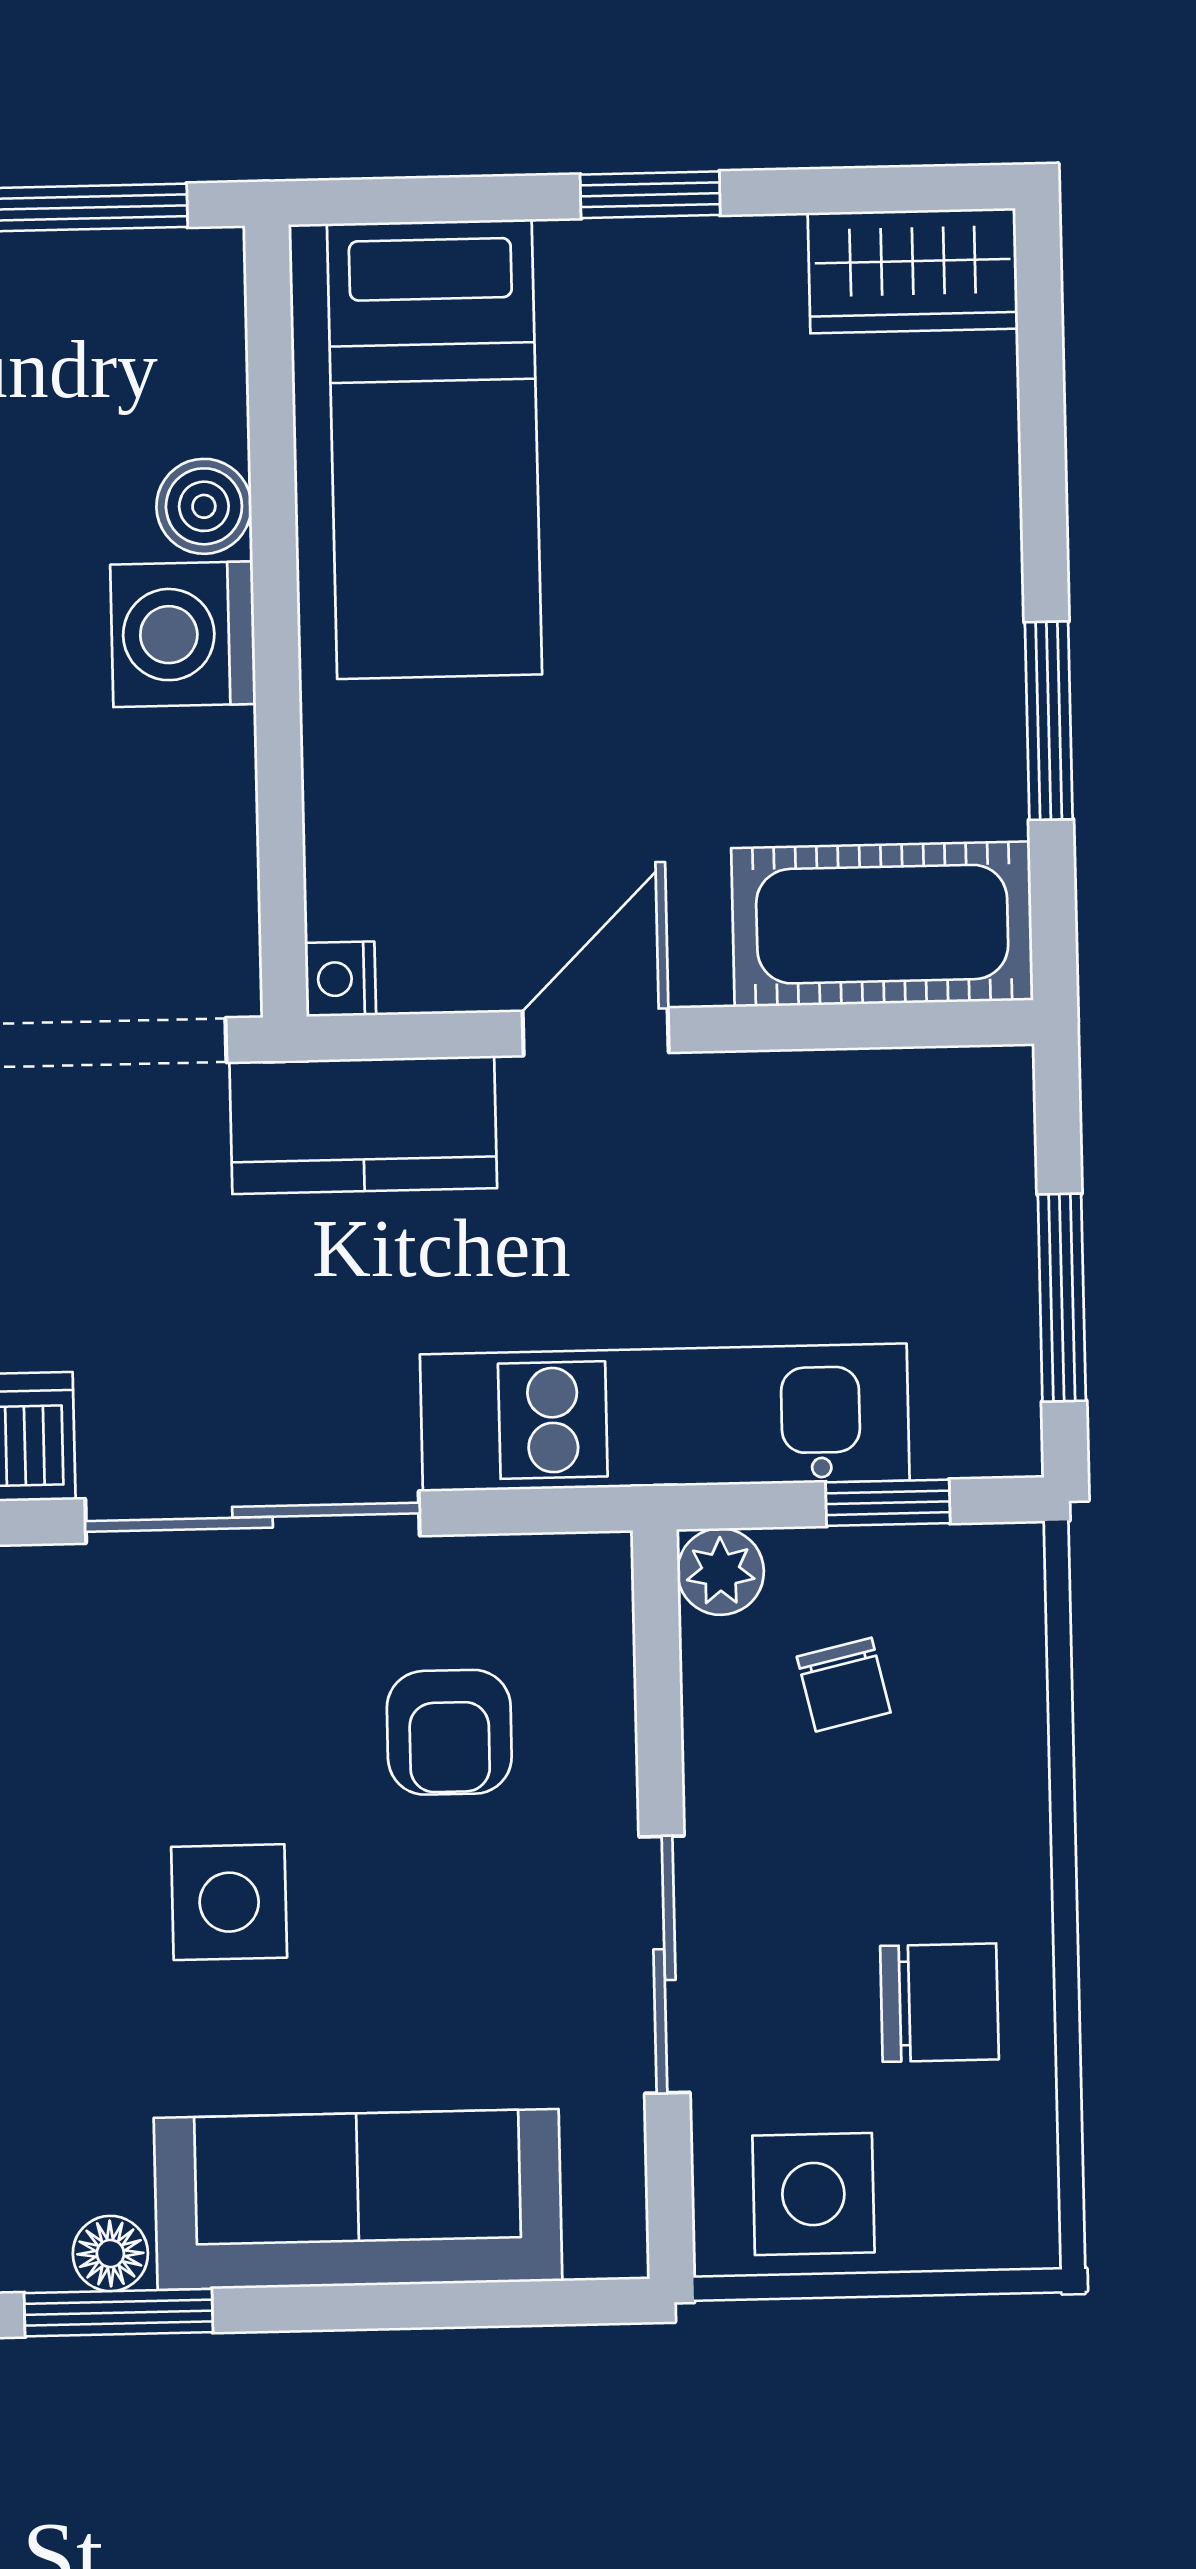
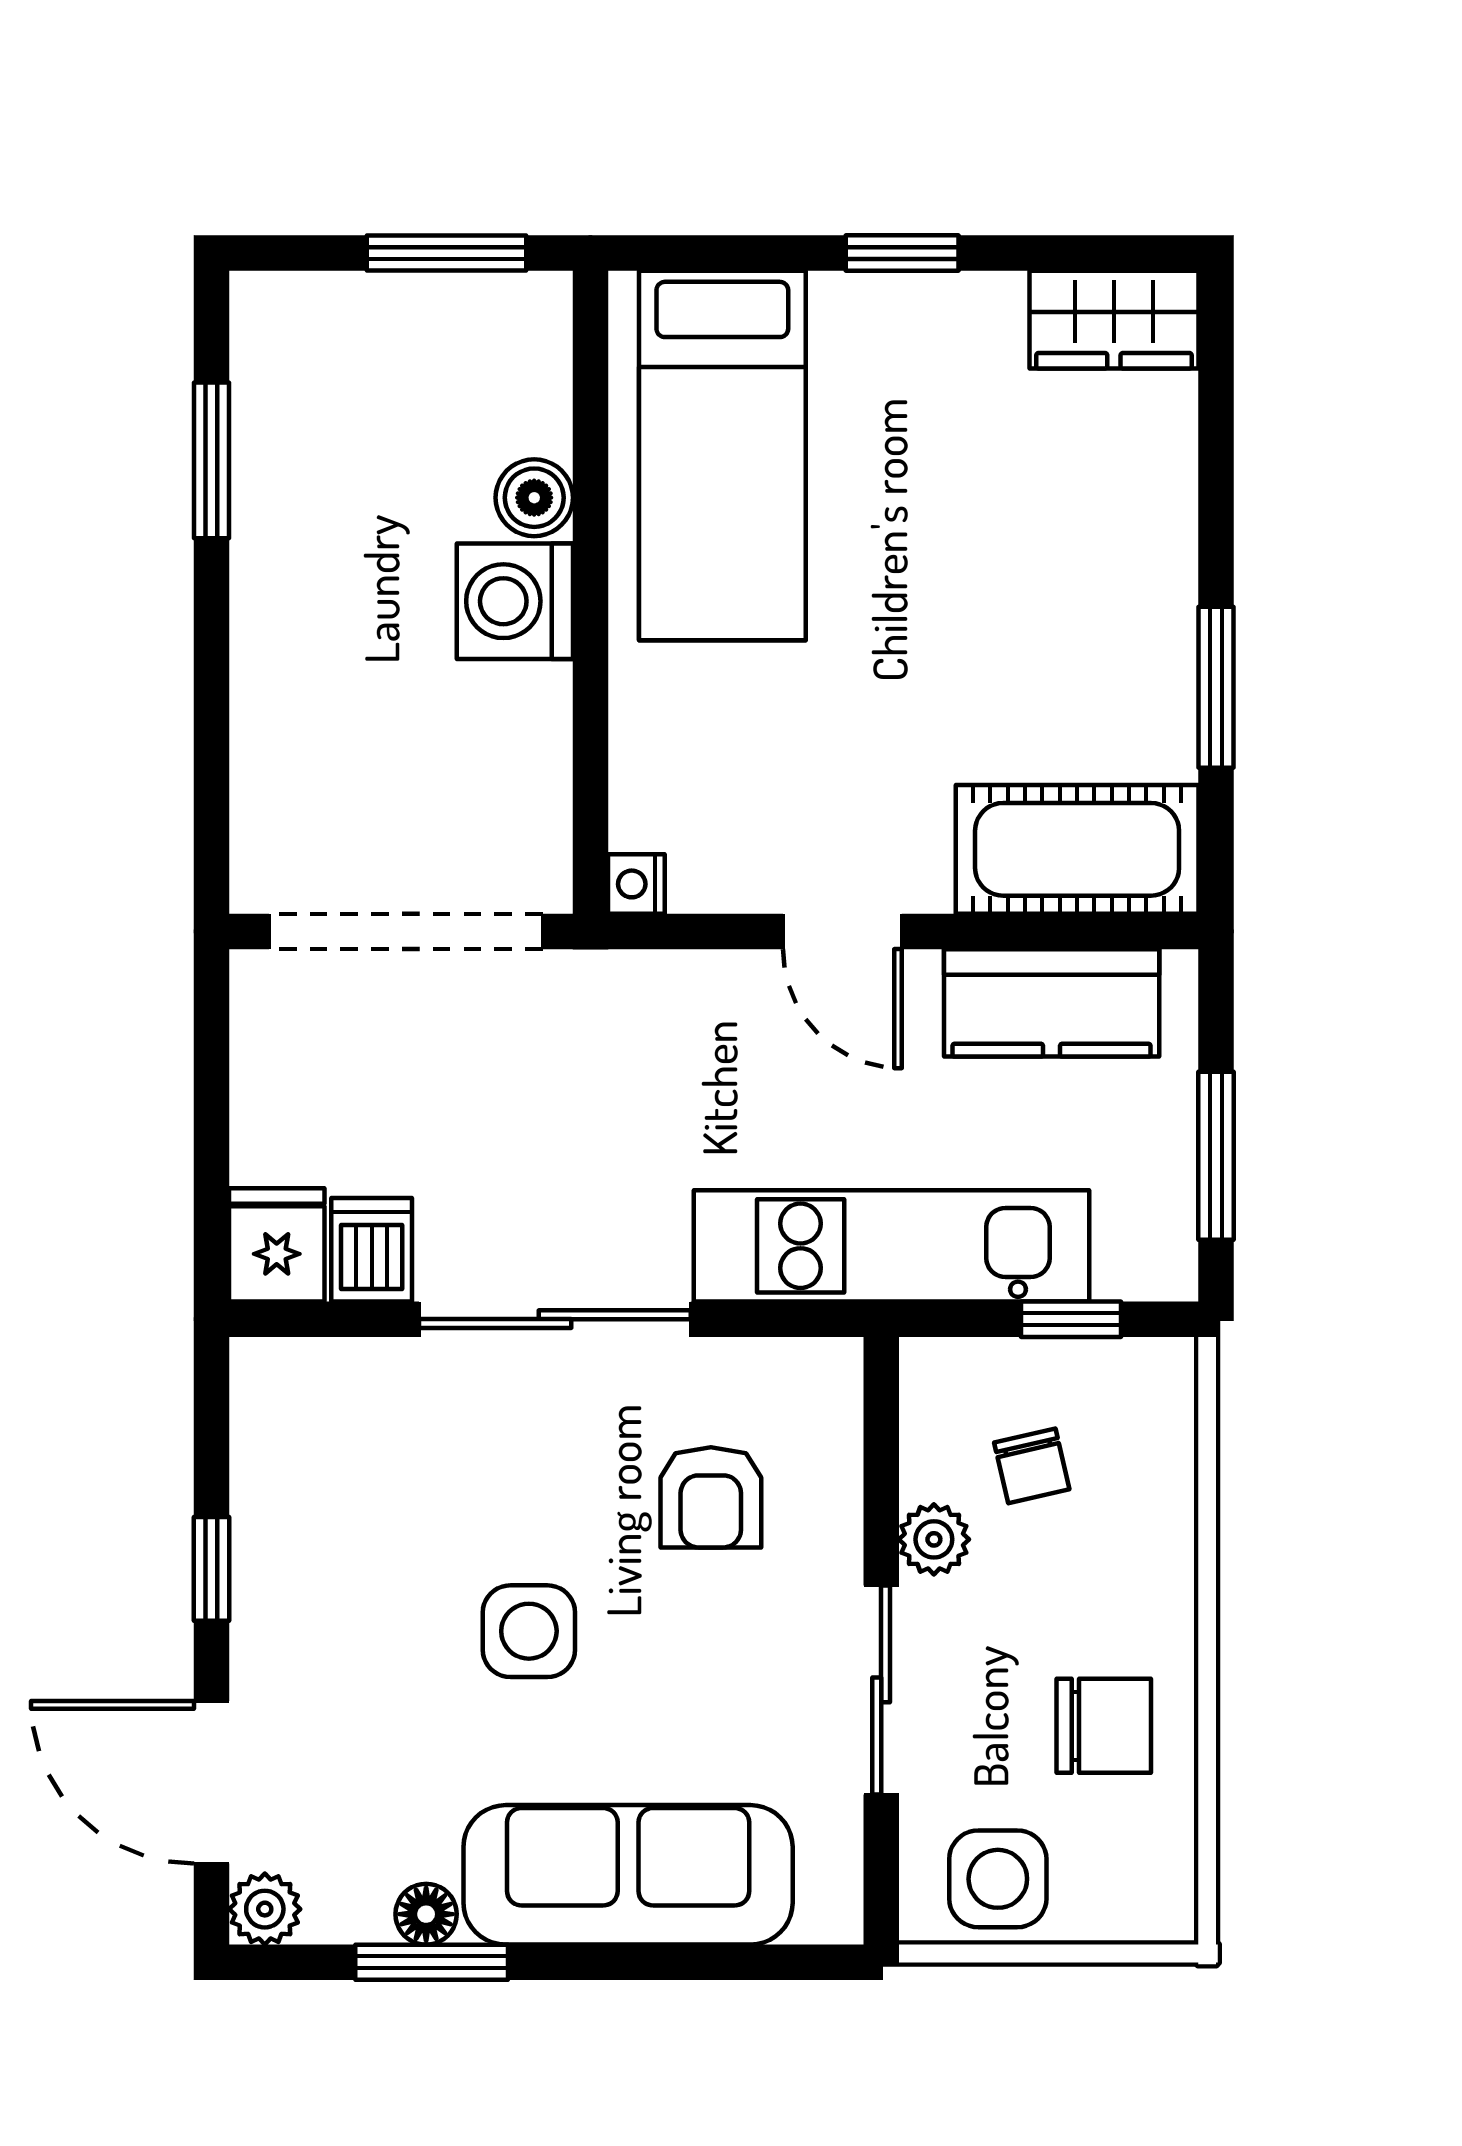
door: (596, 1032) -> (842, 931), swing flipped
kitchen counter: (363, 1125) -> (1052, 1003), moved
plant: (721, 1572) -> (934, 1539), moved

